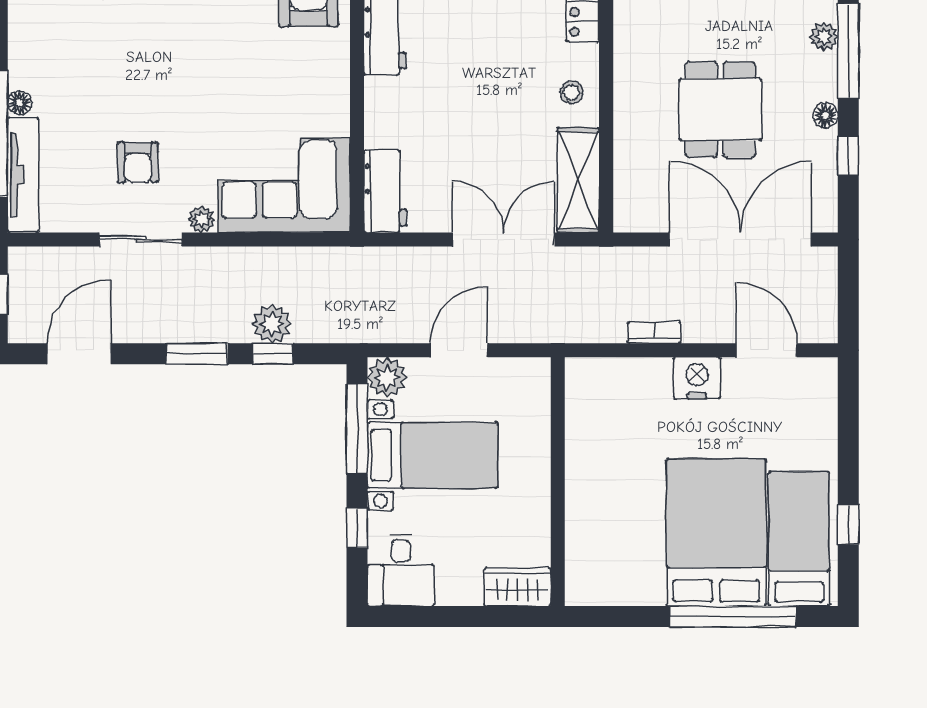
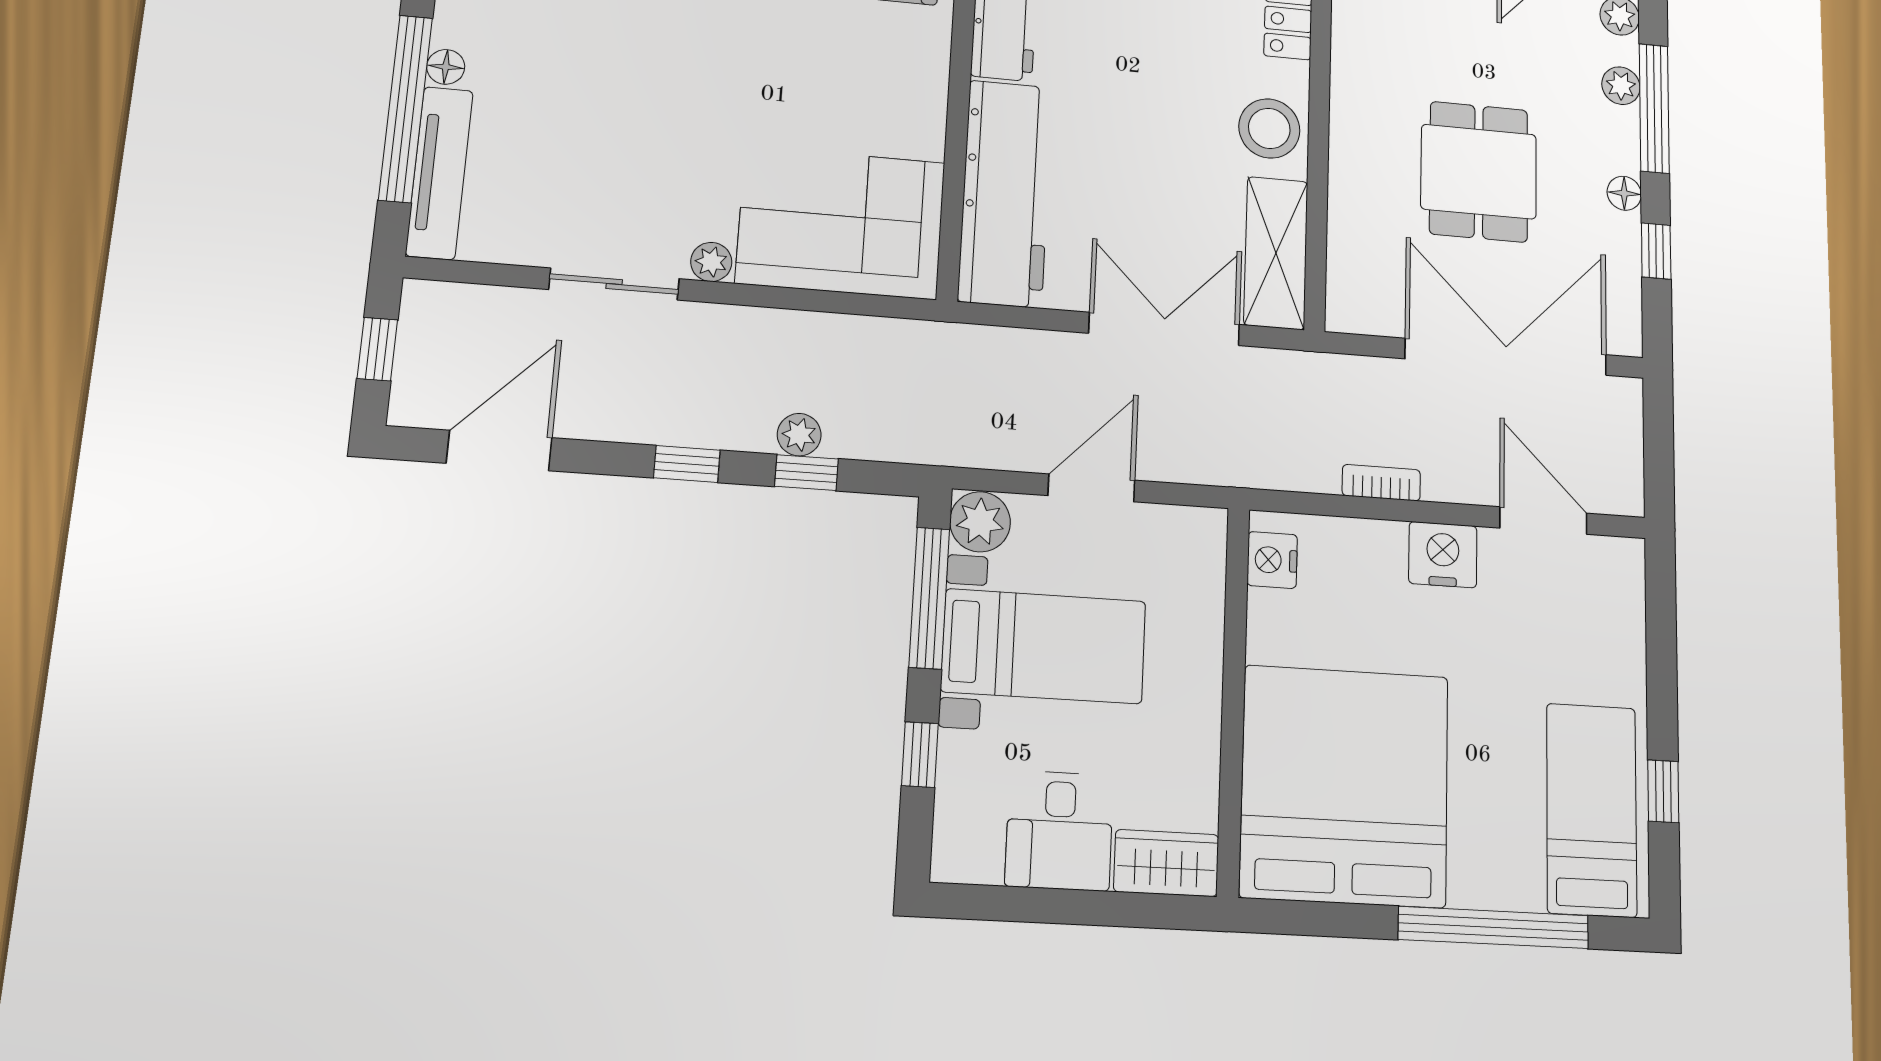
stool: (571, 92) -> (1269, 128), width x1.89, depth x1.89
armchair: (138, 162) -> (620, 170), removed
workbench: (385, 191) -> (1005, 193), width x1.88, depth x1.32
plant: (272, 324) -> (799, 435), width x0.73, depth x0.73
window: (197, 354) -> (687, 464), width x0.67
nightstand: (581, 389) -> (1272, 560), added
bed: (716, 533) -> (1345, 786), moved, width x1.36
desk: (401, 570) -> (1059, 831), moved

